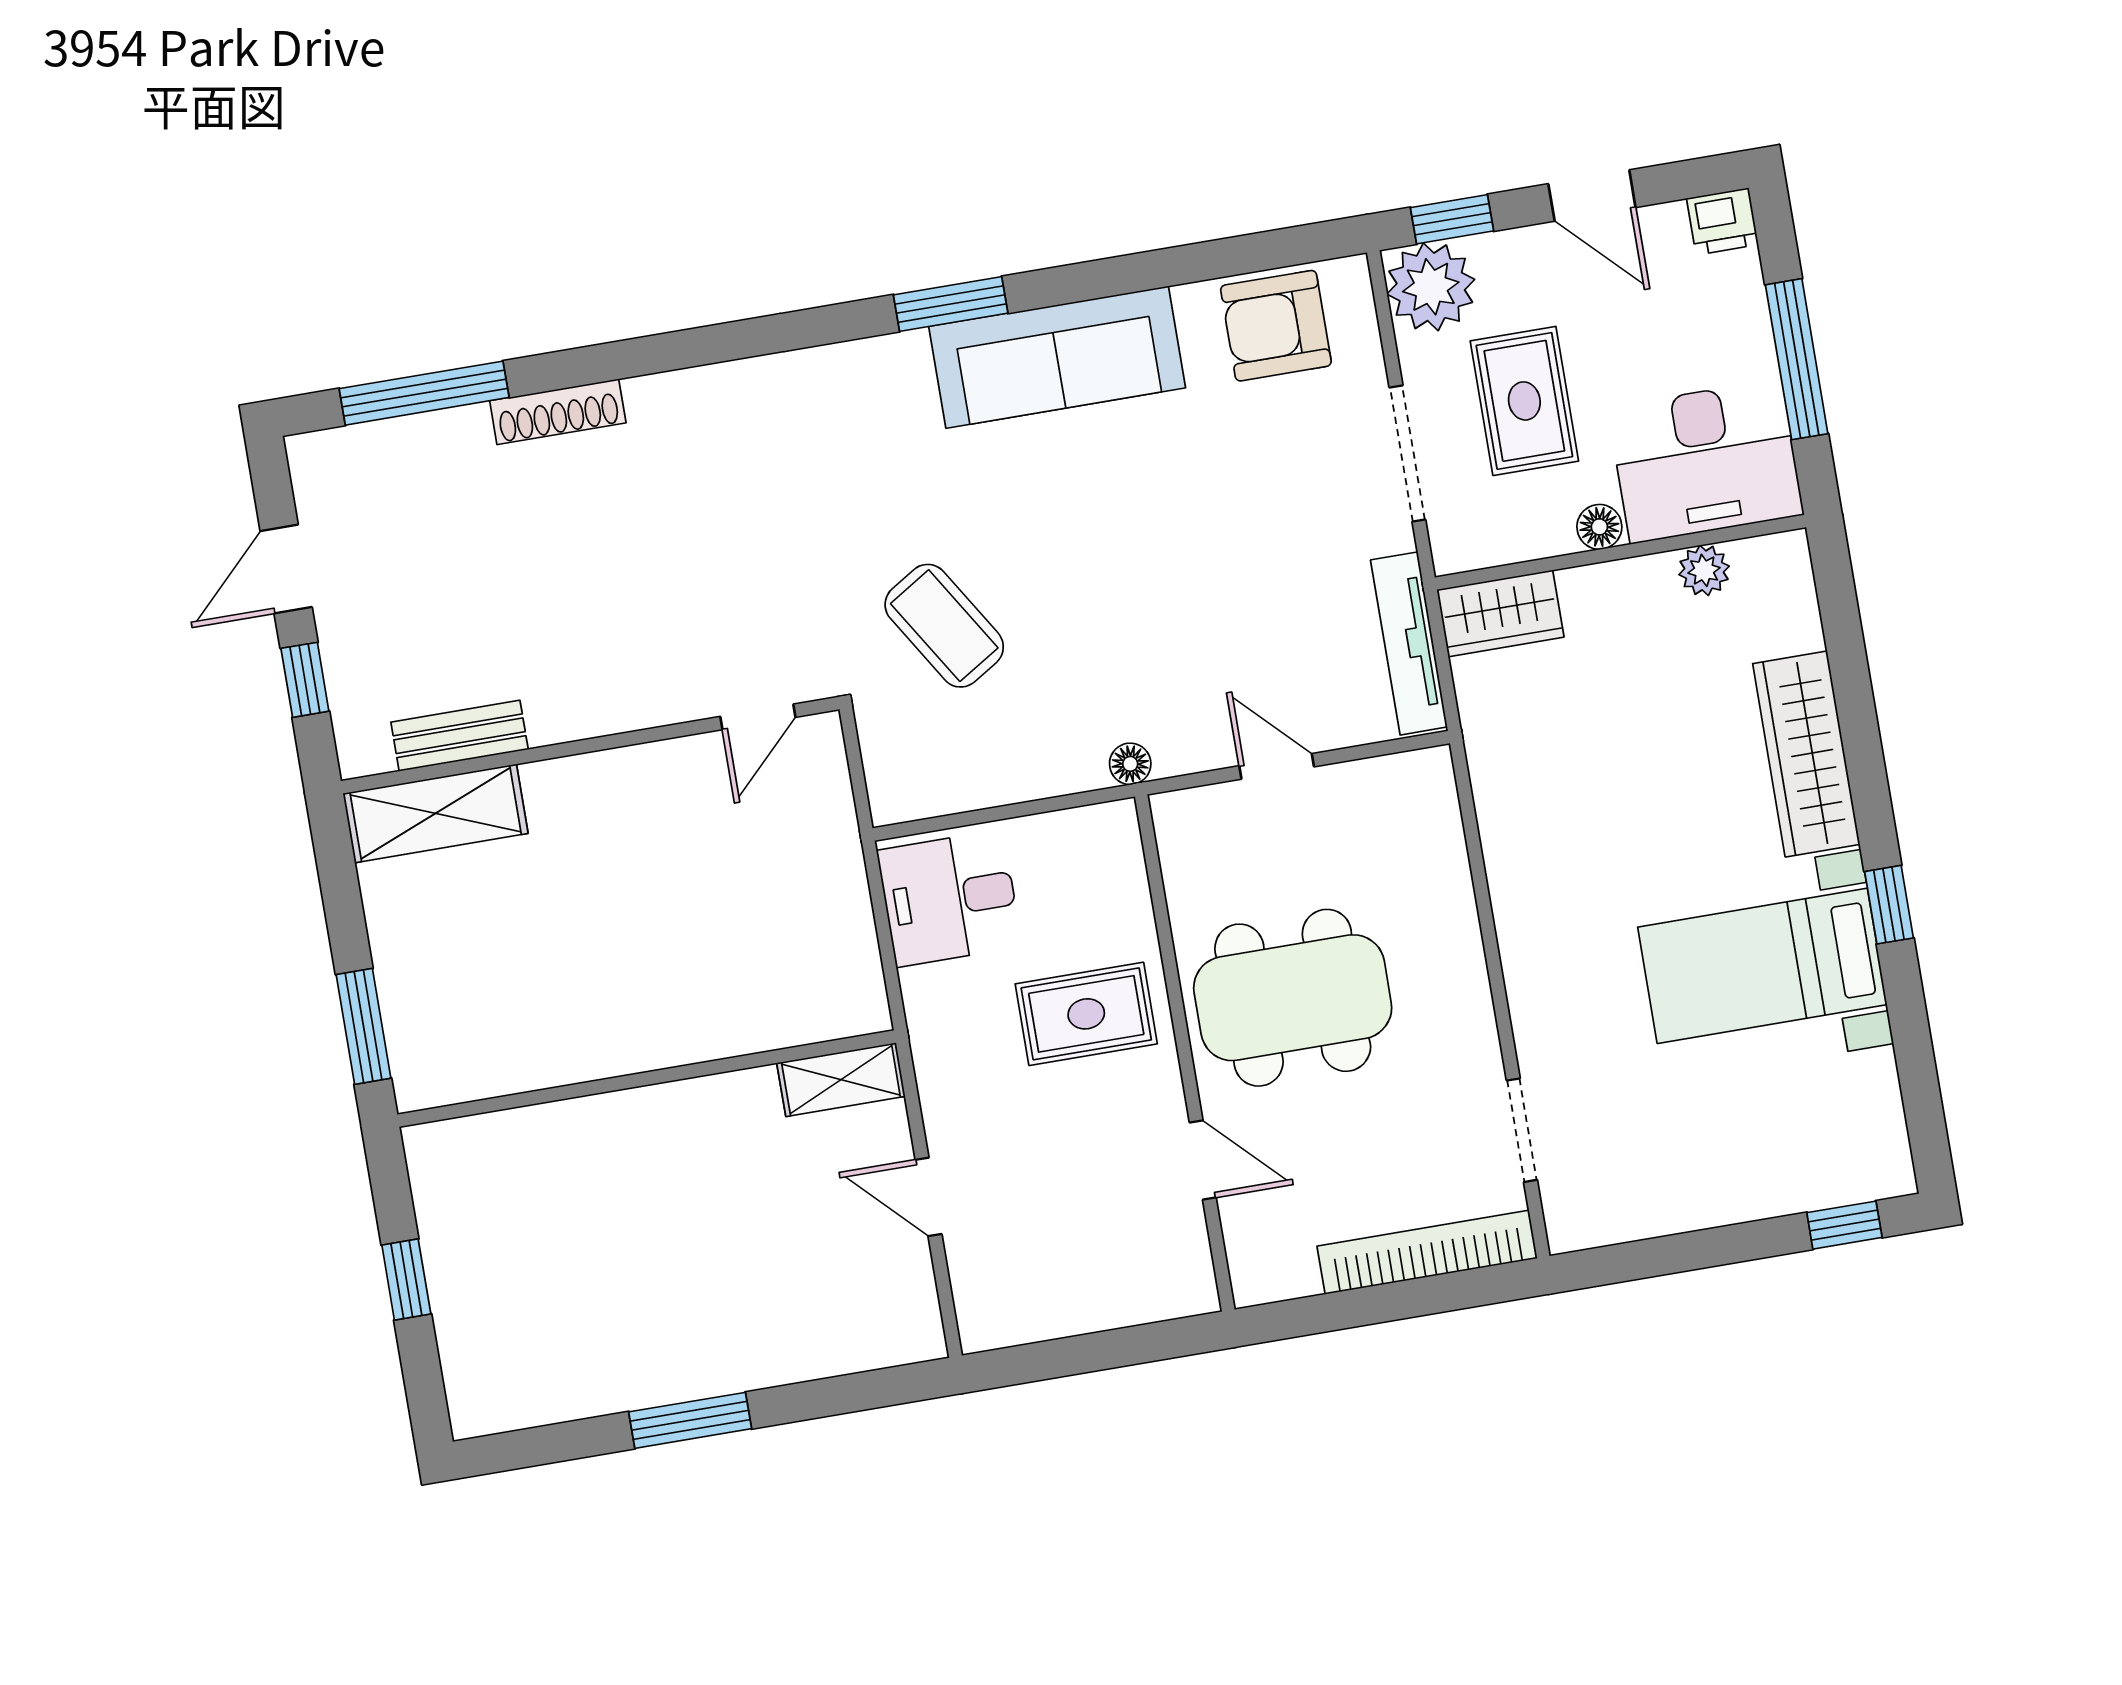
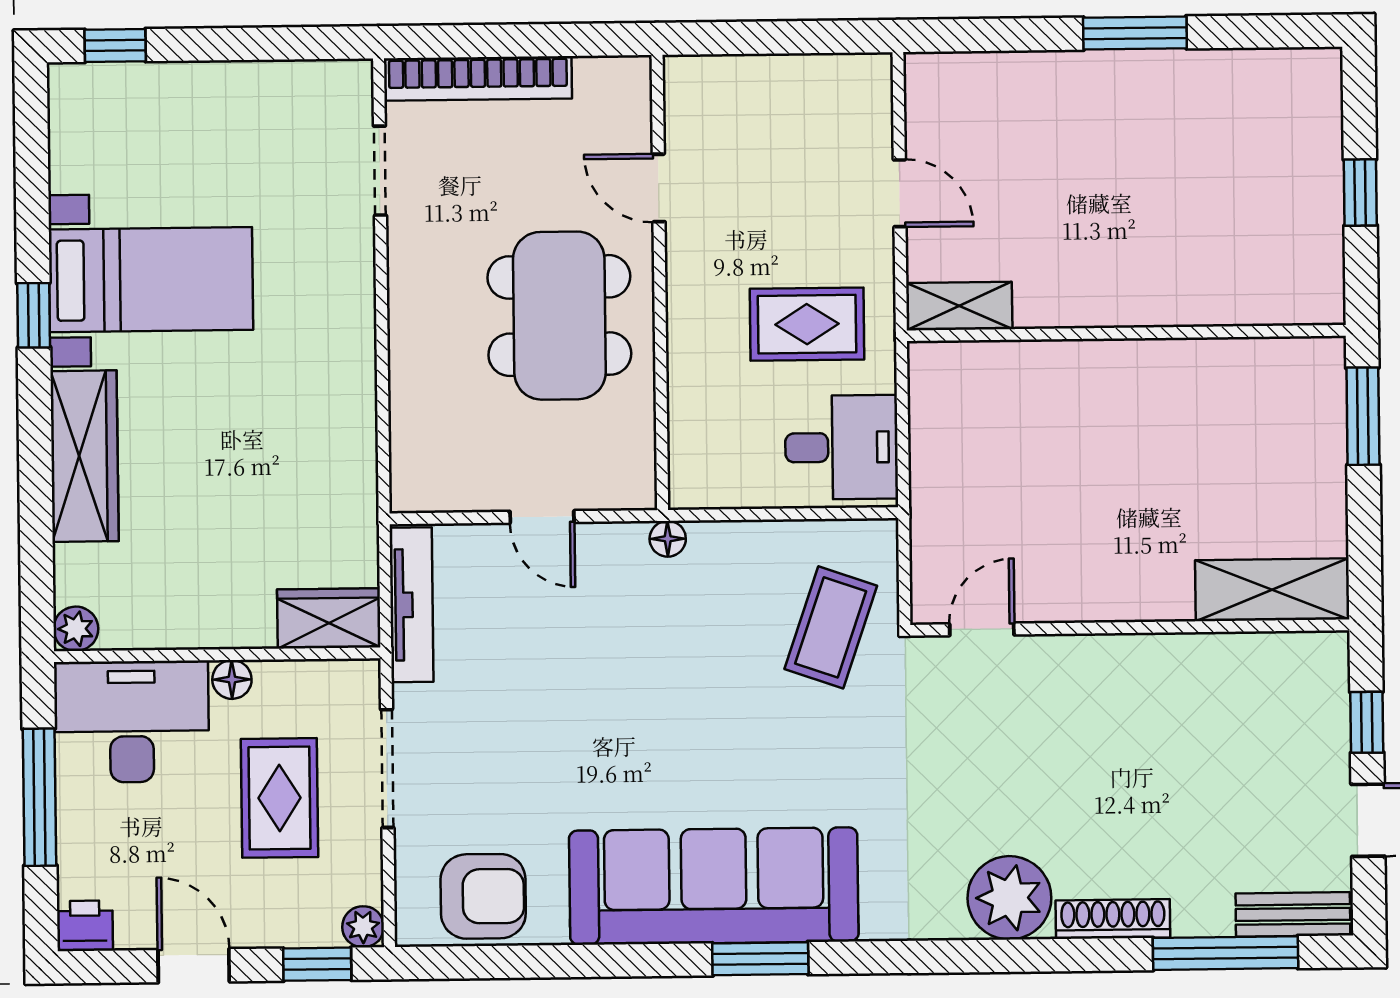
plant: (1431, 287) -> (363, 927), width x0.53, depth x0.53
sofa: (1057, 357) -> (714, 886), width x1.36, depth x1.27
plant: (679, 417) -> (1009, 898), added
plant: (1704, 570) -> (76, 629), moved
coffee table: (944, 626) -> (831, 627), moved, turned 51
bench: (460, 736) -> (1293, 914), moved
dining table: (1293, 998) -> (559, 316), turned 90
rug: (1086, 1014) -> (807, 324), moved

